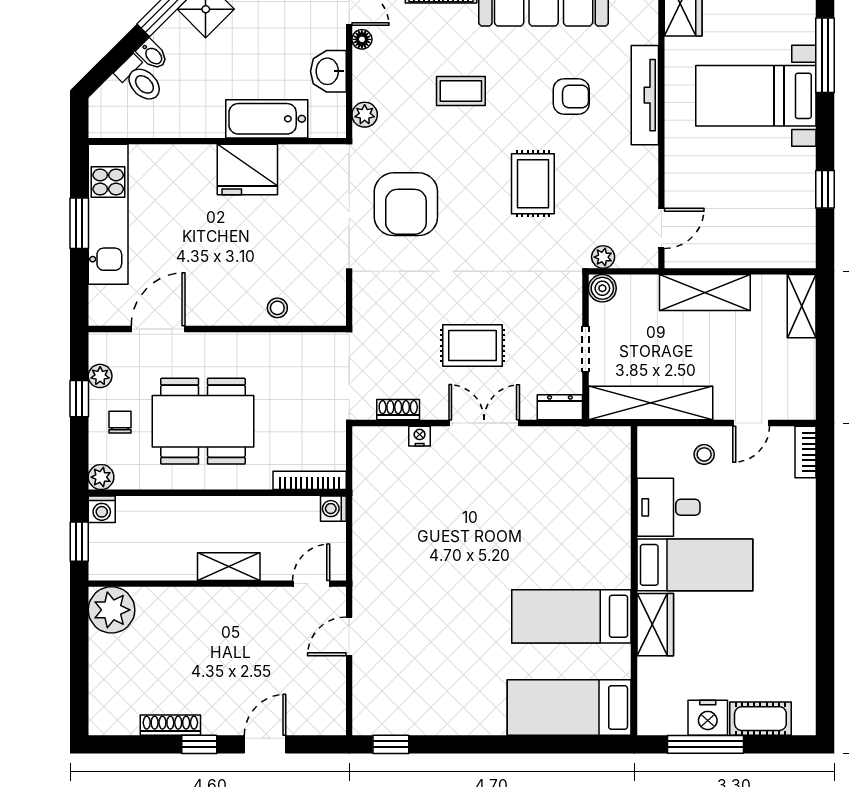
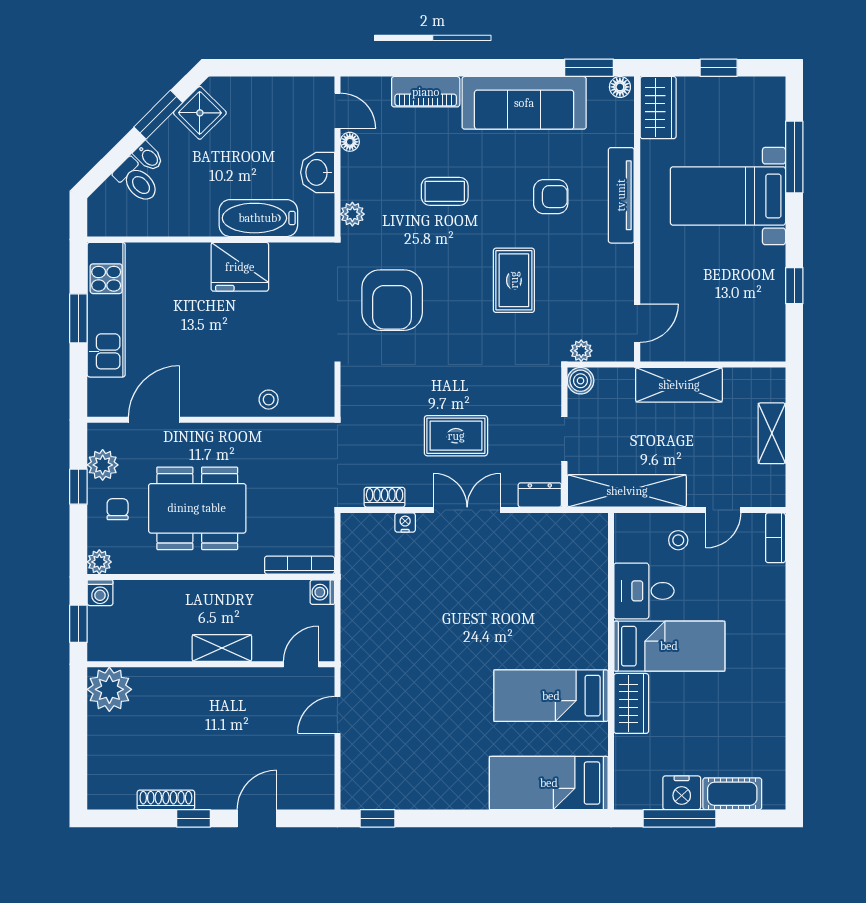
shelving: (802, 306) -> (772, 433), moved
plant: (100, 376) -> (103, 465), width x1.38, depth x1.38

